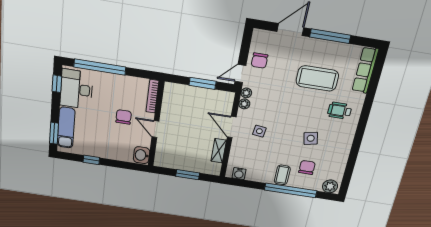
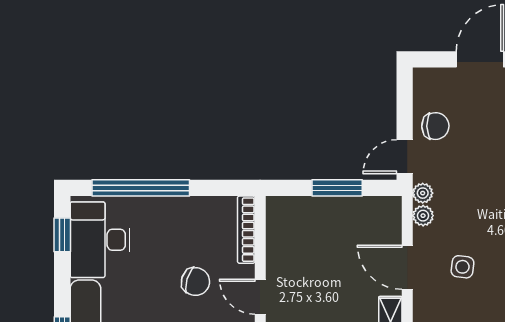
chair: (259, 61) -> (435, 126), turned -91
chair: (124, 117) -> (195, 282), turned 107

